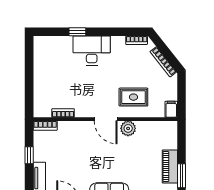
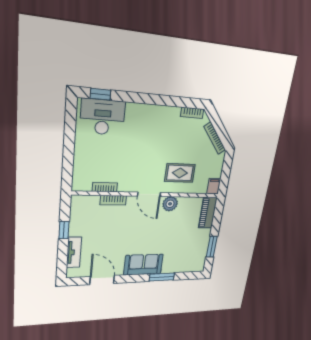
window: (77, 32) -> (100, 94), moved
desk: (92, 51) -> (103, 117), moved
bookcase: (45, 126) -> (113, 200), moved
piano: (170, 167) -> (208, 213), moved

